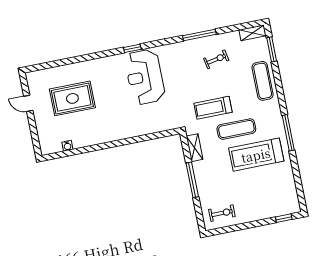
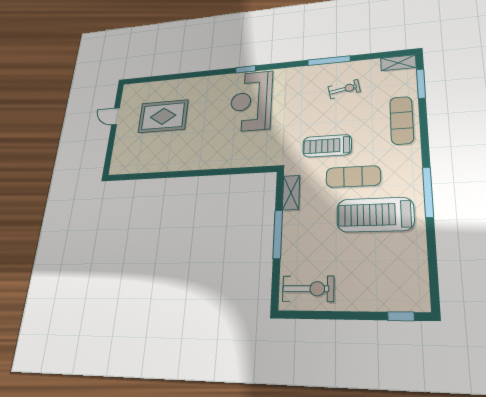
water cooler: (67, 146) -> (140, 168), removed
exercise bike: (222, 213) -> (308, 289), width x1.38, depth x1.39

